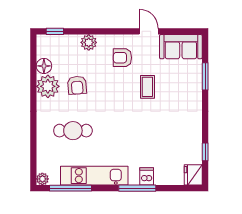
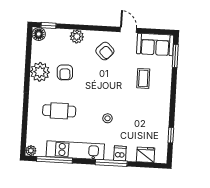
armchair: (122, 58) -> (105, 51), turned -135
floor lamp: (44, 66) -> (39, 34), moved
window: (205, 76) -> (175, 56), moved
coffee table: (147, 87) -> (143, 78), moved
stool: (130, 136) -> (107, 118), added
fridge: (193, 175) -> (146, 155), moved, turned 90

